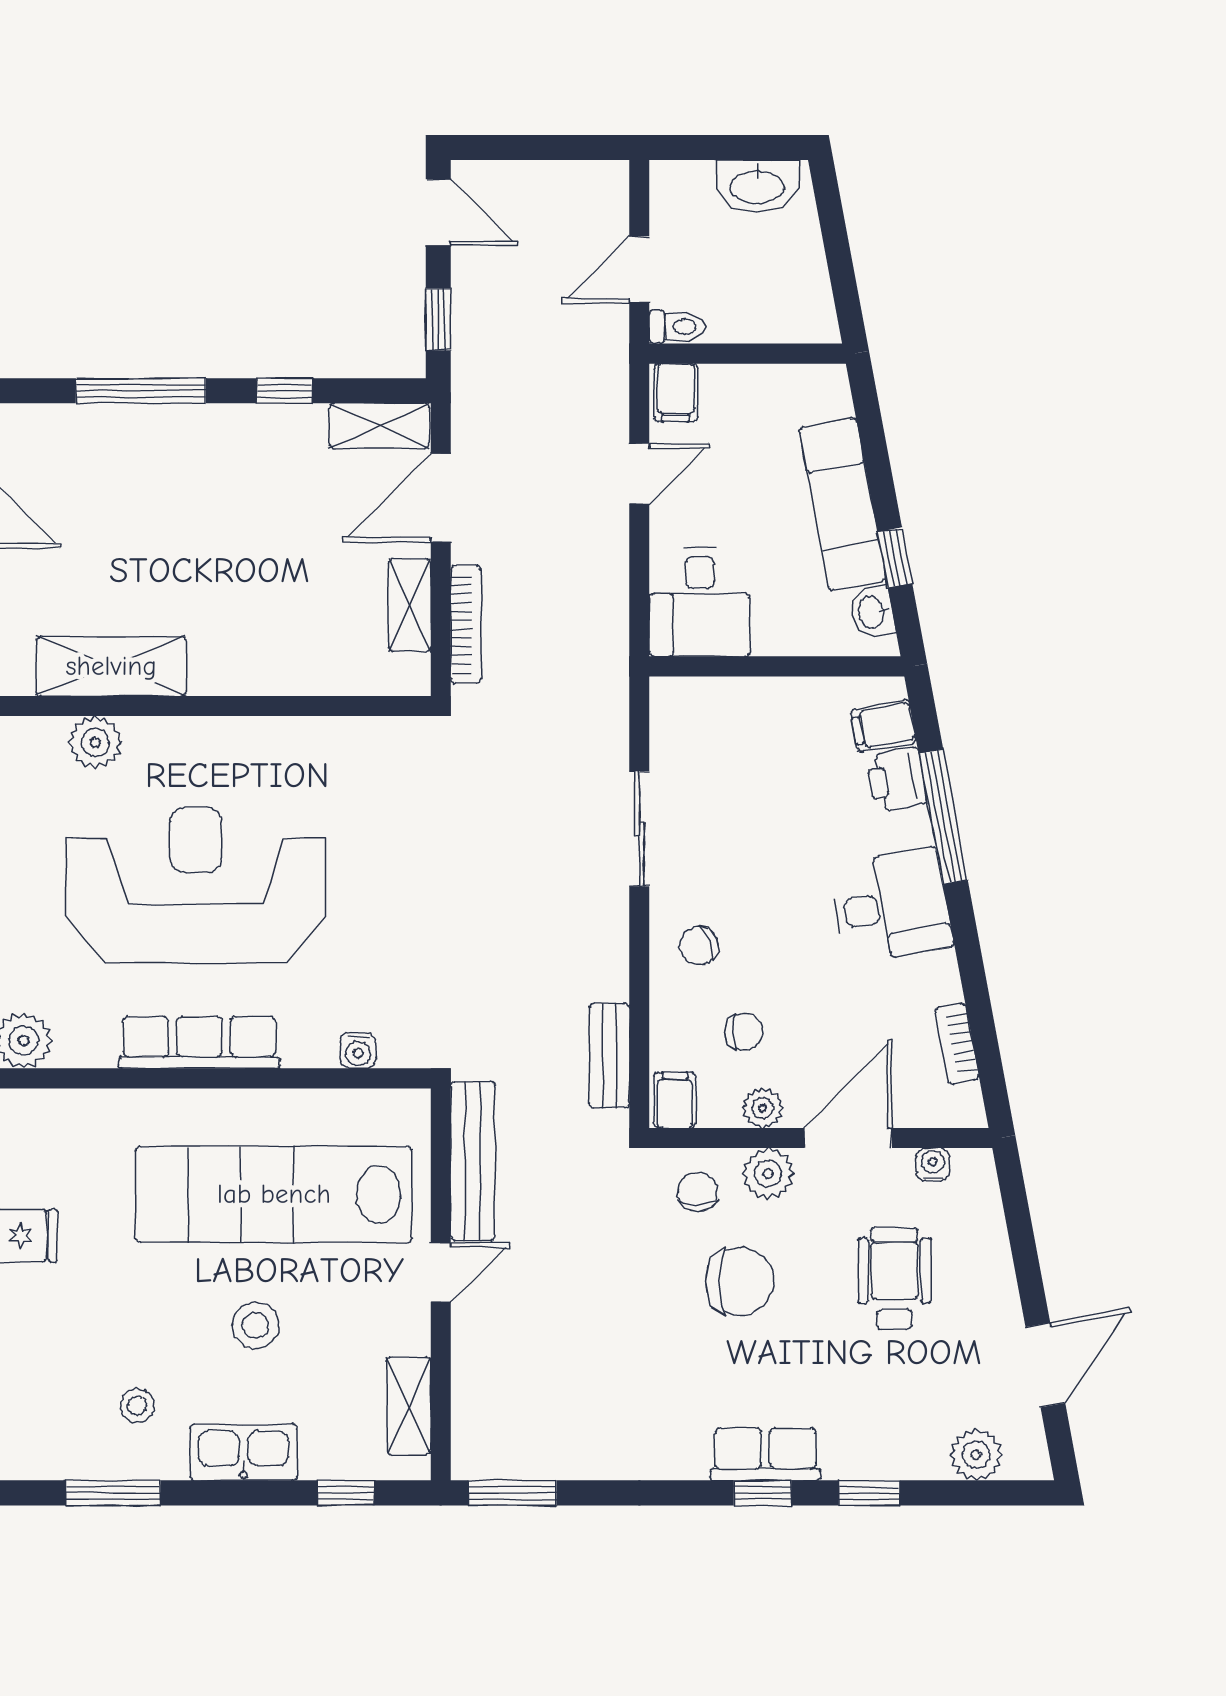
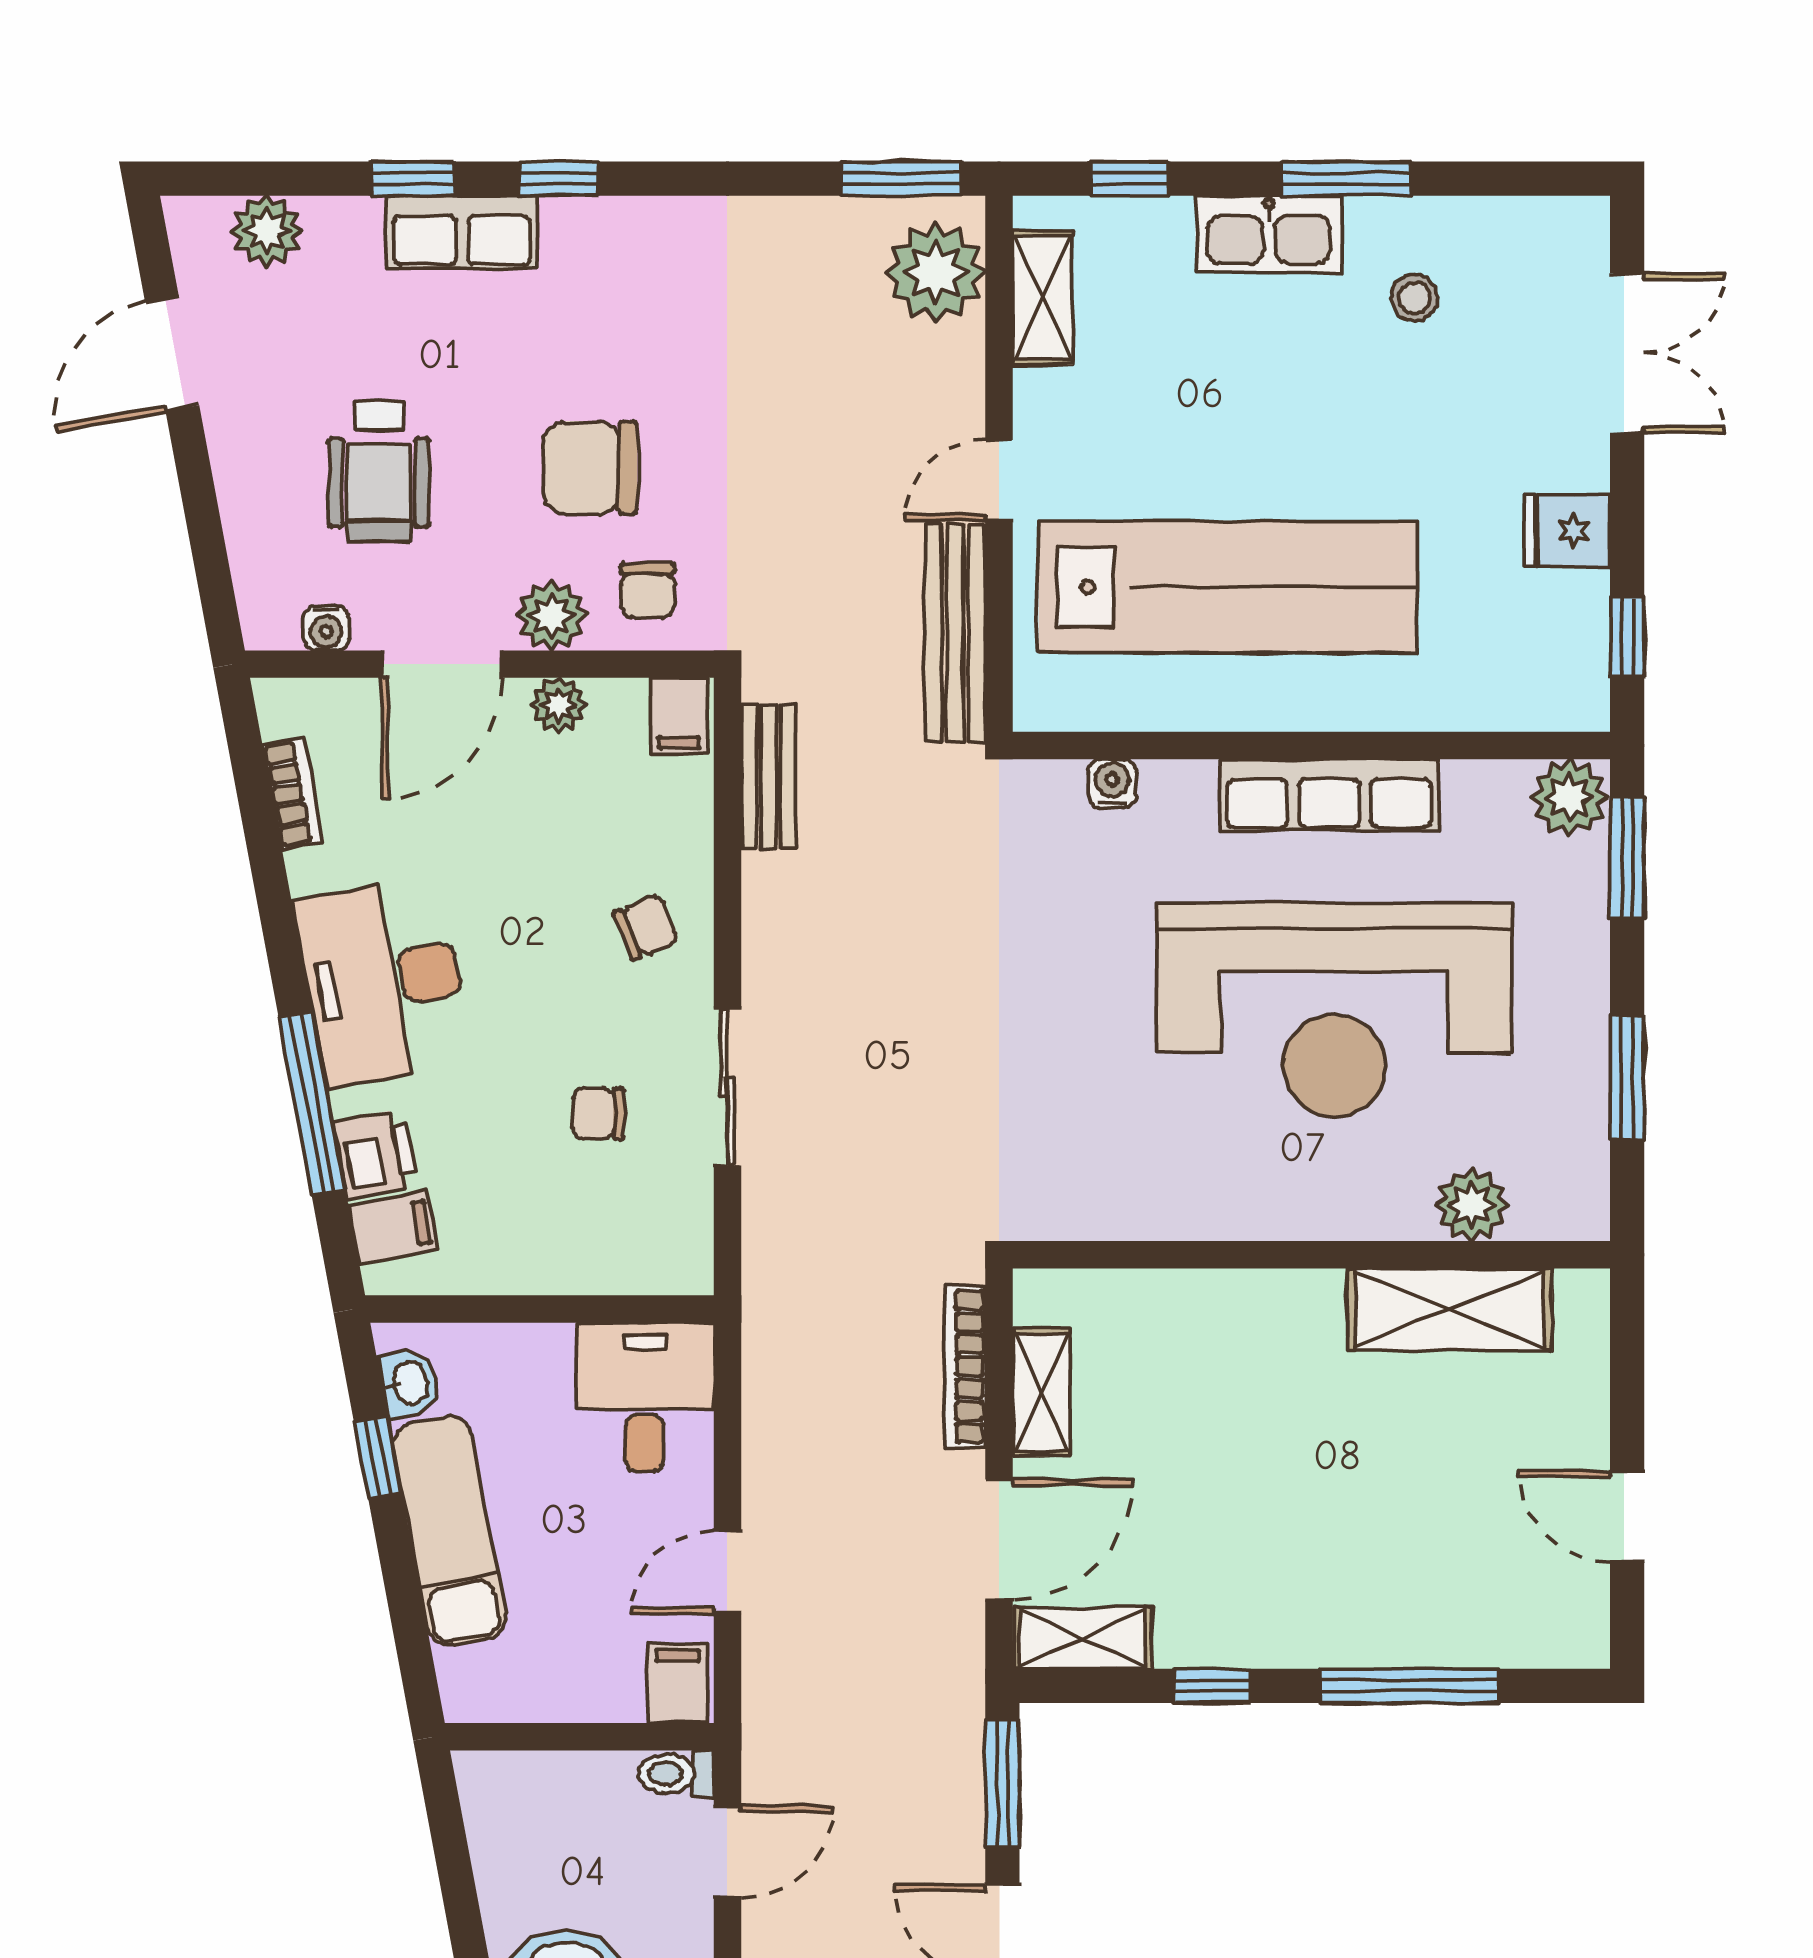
window: (438, 319) -> (1002, 1784), width x1.50
desk: (891, 906) -> (383, 981), width x1.37
chair: (744, 1032) -> (598, 1114), moved
stool: (255, 1325) -> (1252, 408), removed
plant: (487, 1424) -> (936, 272), added
row of seats: (765, 1454) -> (462, 232), moved
window: (113, 1493) -> (1346, 179), moved

